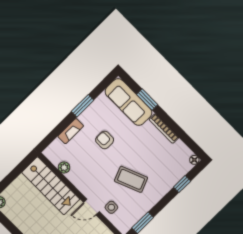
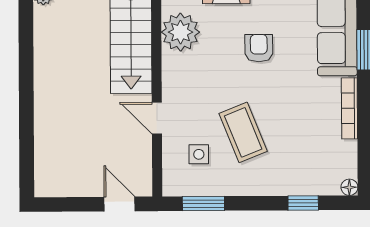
plant: (64, 168) -> (180, 32), width x1.88, depth x1.88
side table: (111, 207) -> (199, 154), moved

